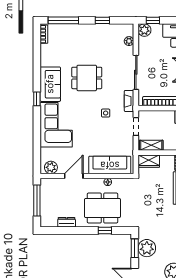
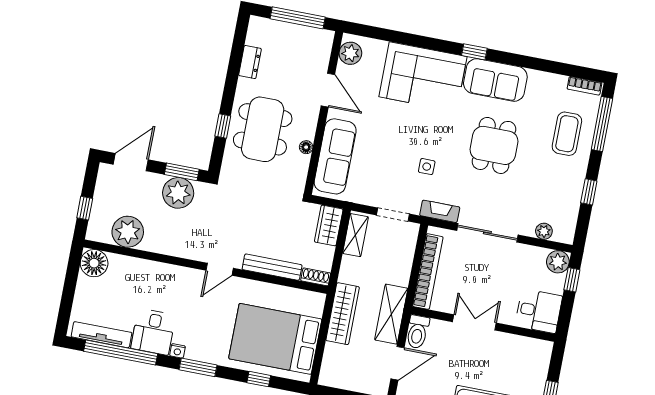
coffee table: (72, 39) -> (567, 134), added

